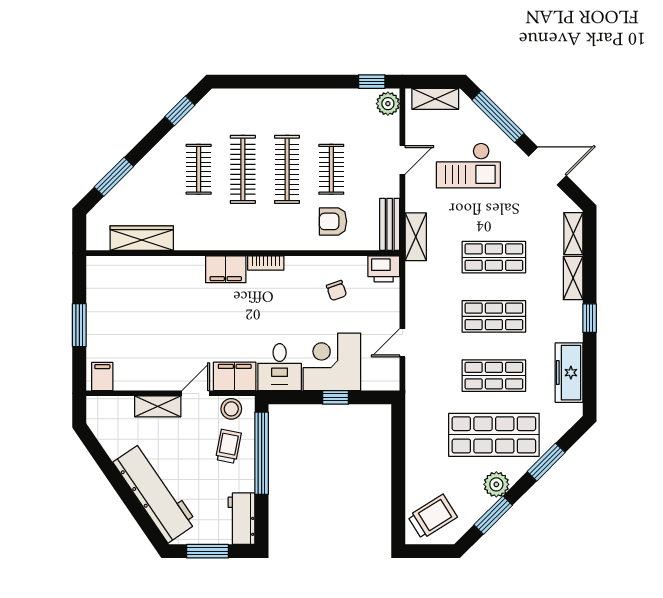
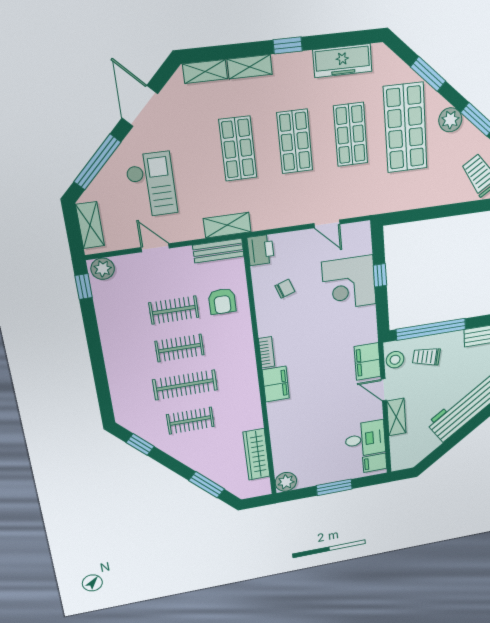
clothes rail: (287, 169) -> (180, 348), width x0.73
plant: (99, 268) -> (286, 482), added
desk: (280, 367) -> (365, 439), moved

